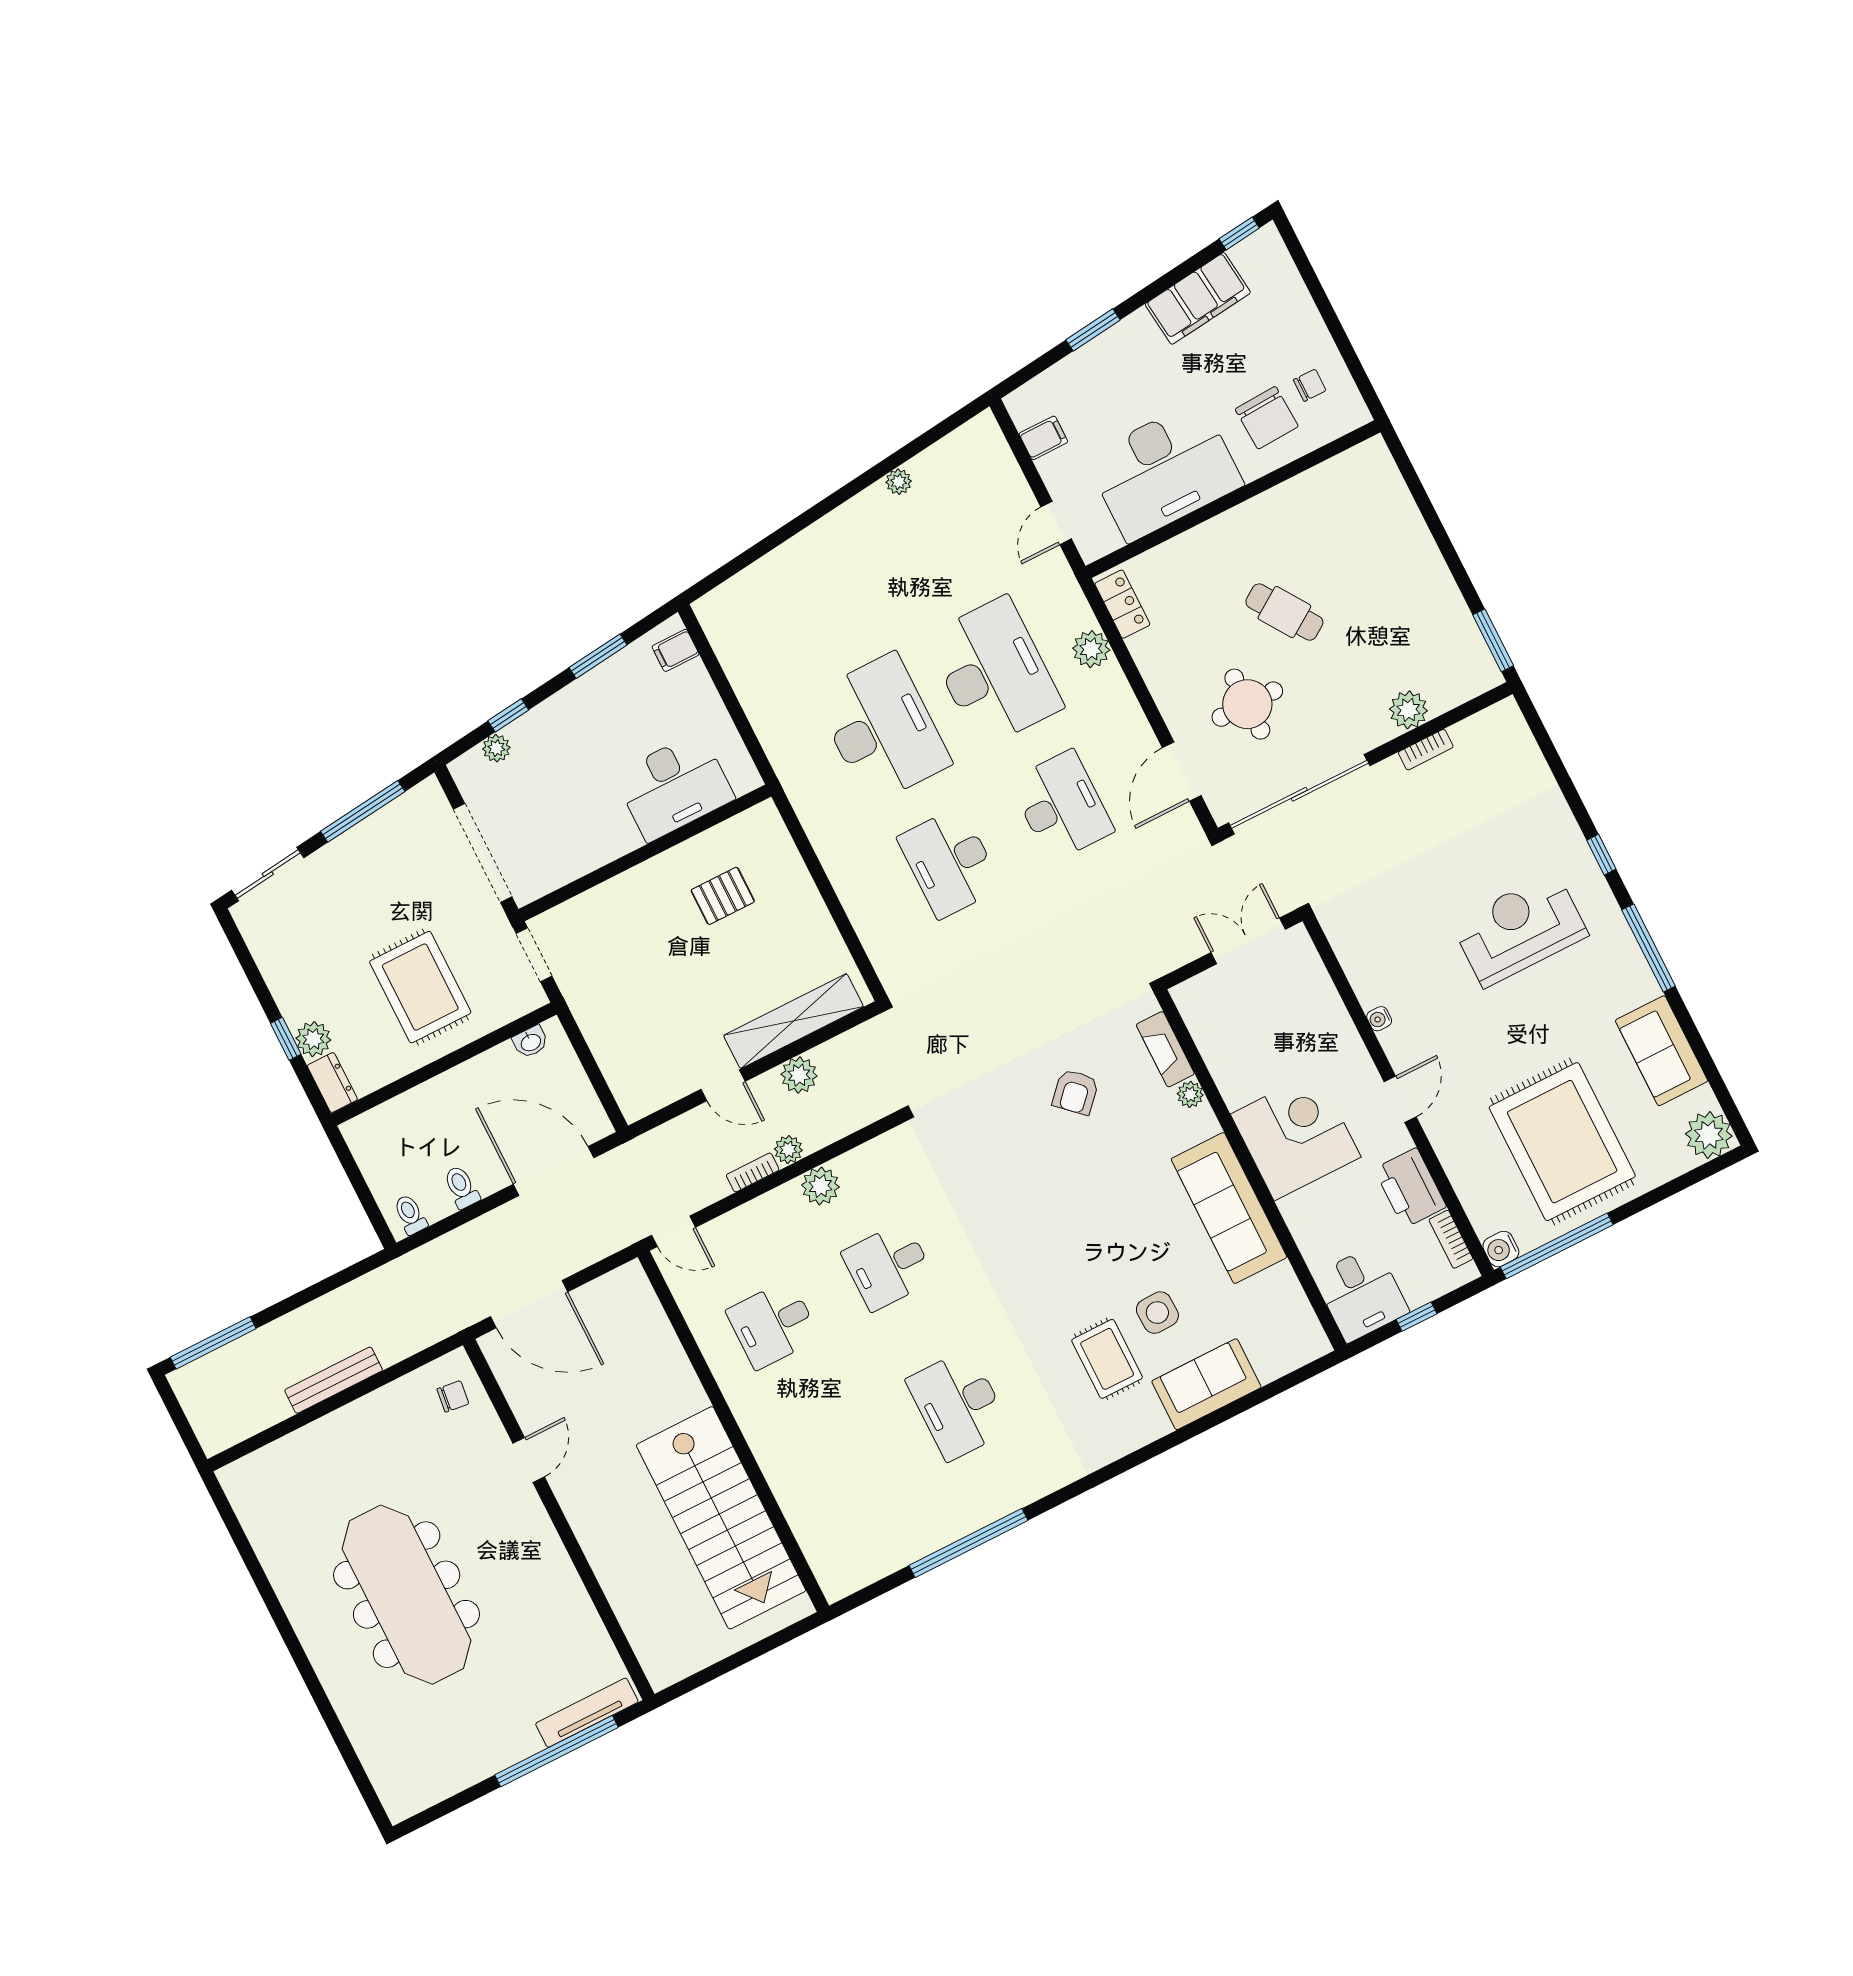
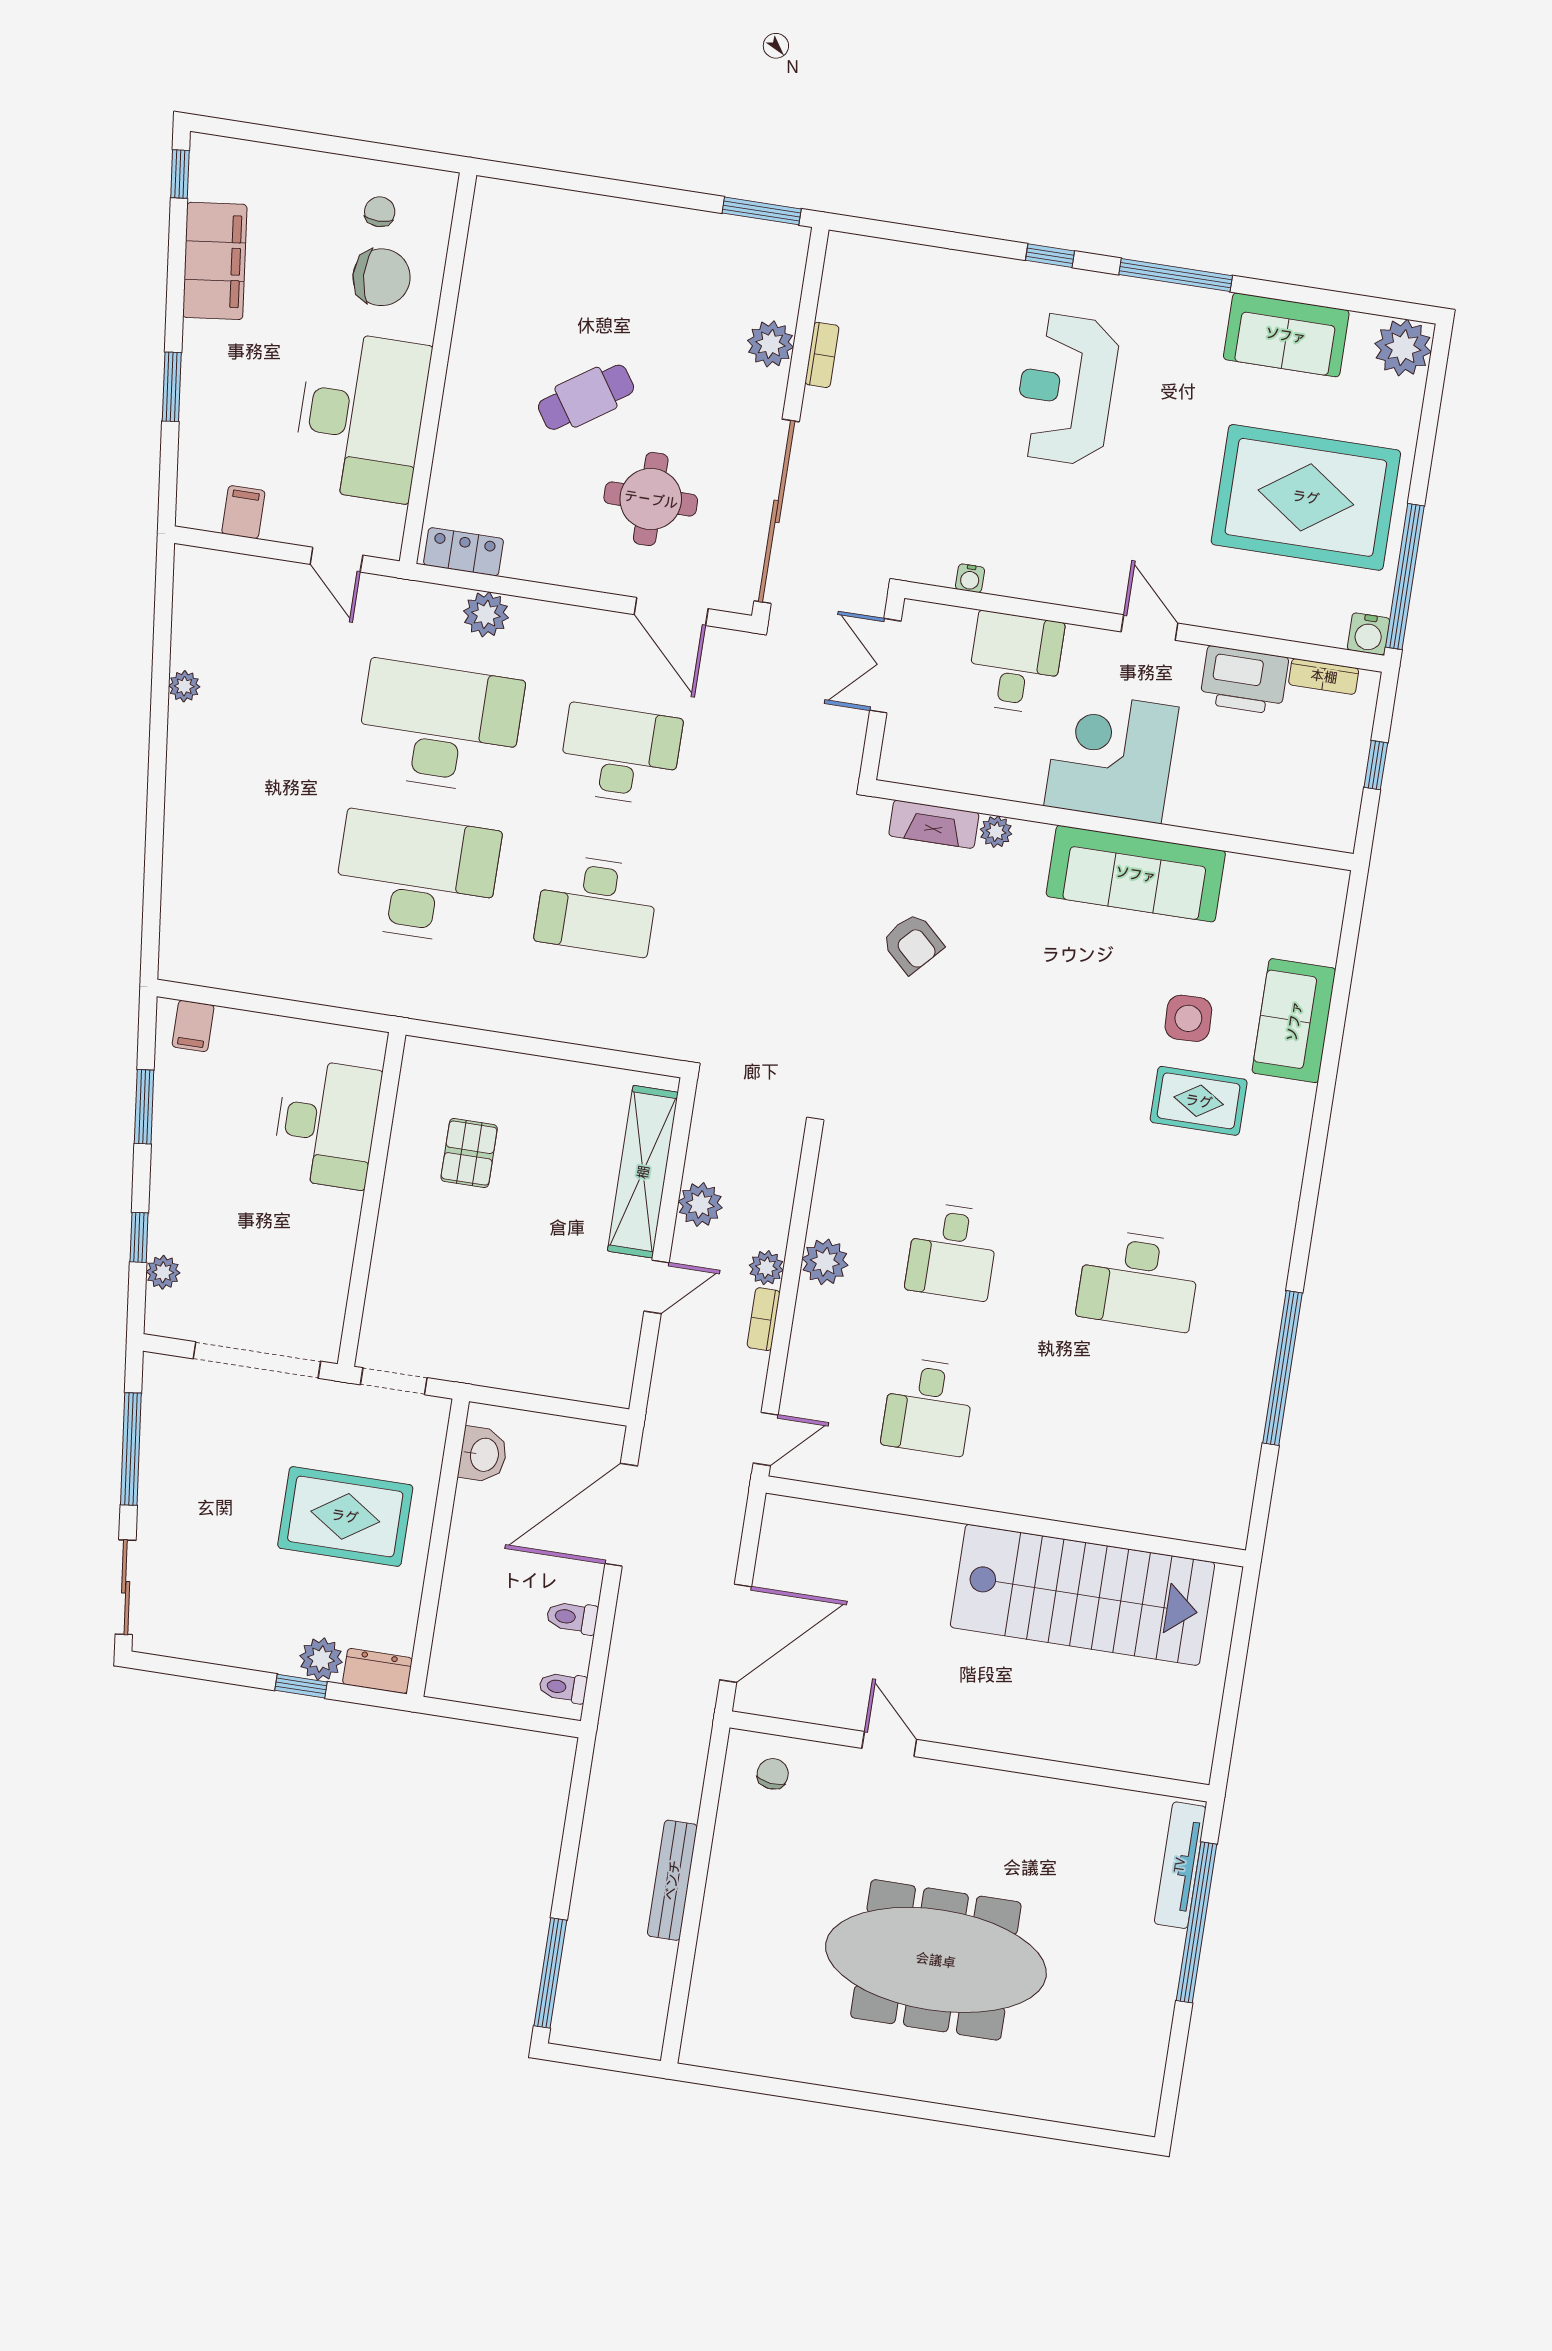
water cooler: (1379, 1019) -> (970, 578), moved
washbasin: (531, 1042) -> (483, 1455), width x1.38, depth x1.45
desk: (1361, 1294) -> (1015, 663), moved, turned -90

